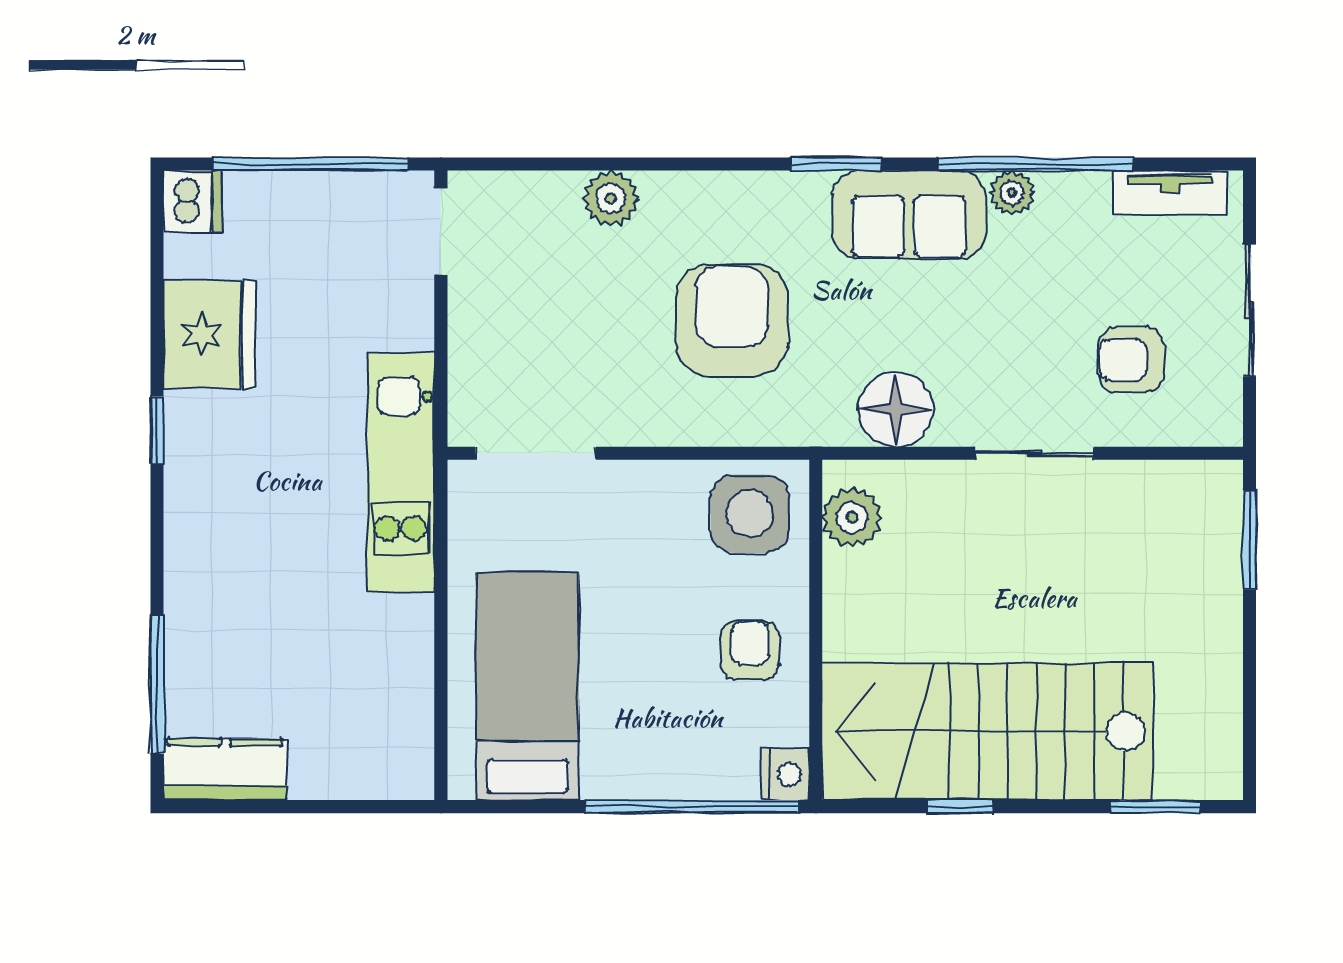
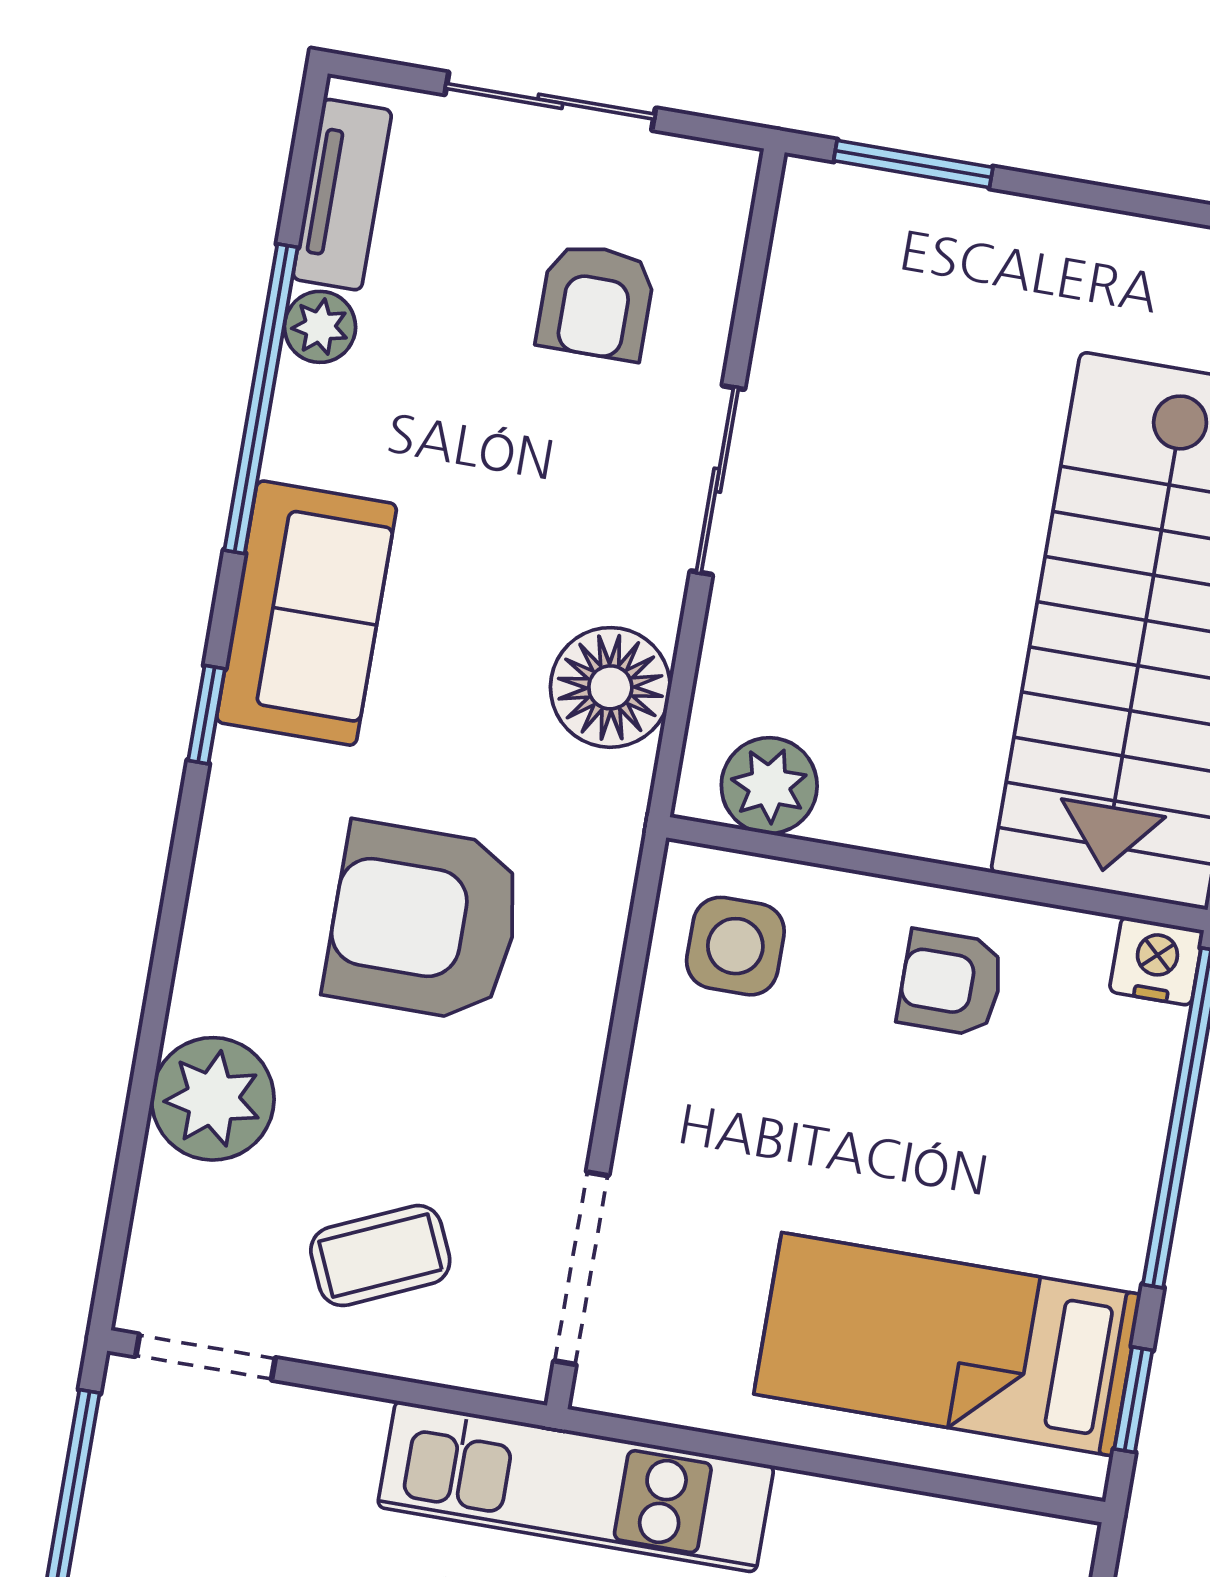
window: (836, 164) -> (206, 715), width x0.67
plant: (1012, 193) -> (320, 327), moved
plant: (611, 198) -> (213, 1099), width x1.36, depth x1.36
coffee table: (522, 328) -> (380, 1256), added
side table: (750, 514) -> (735, 946), width x0.73, depth x0.73
window: (513, 807) -> (1133, 1400), added

